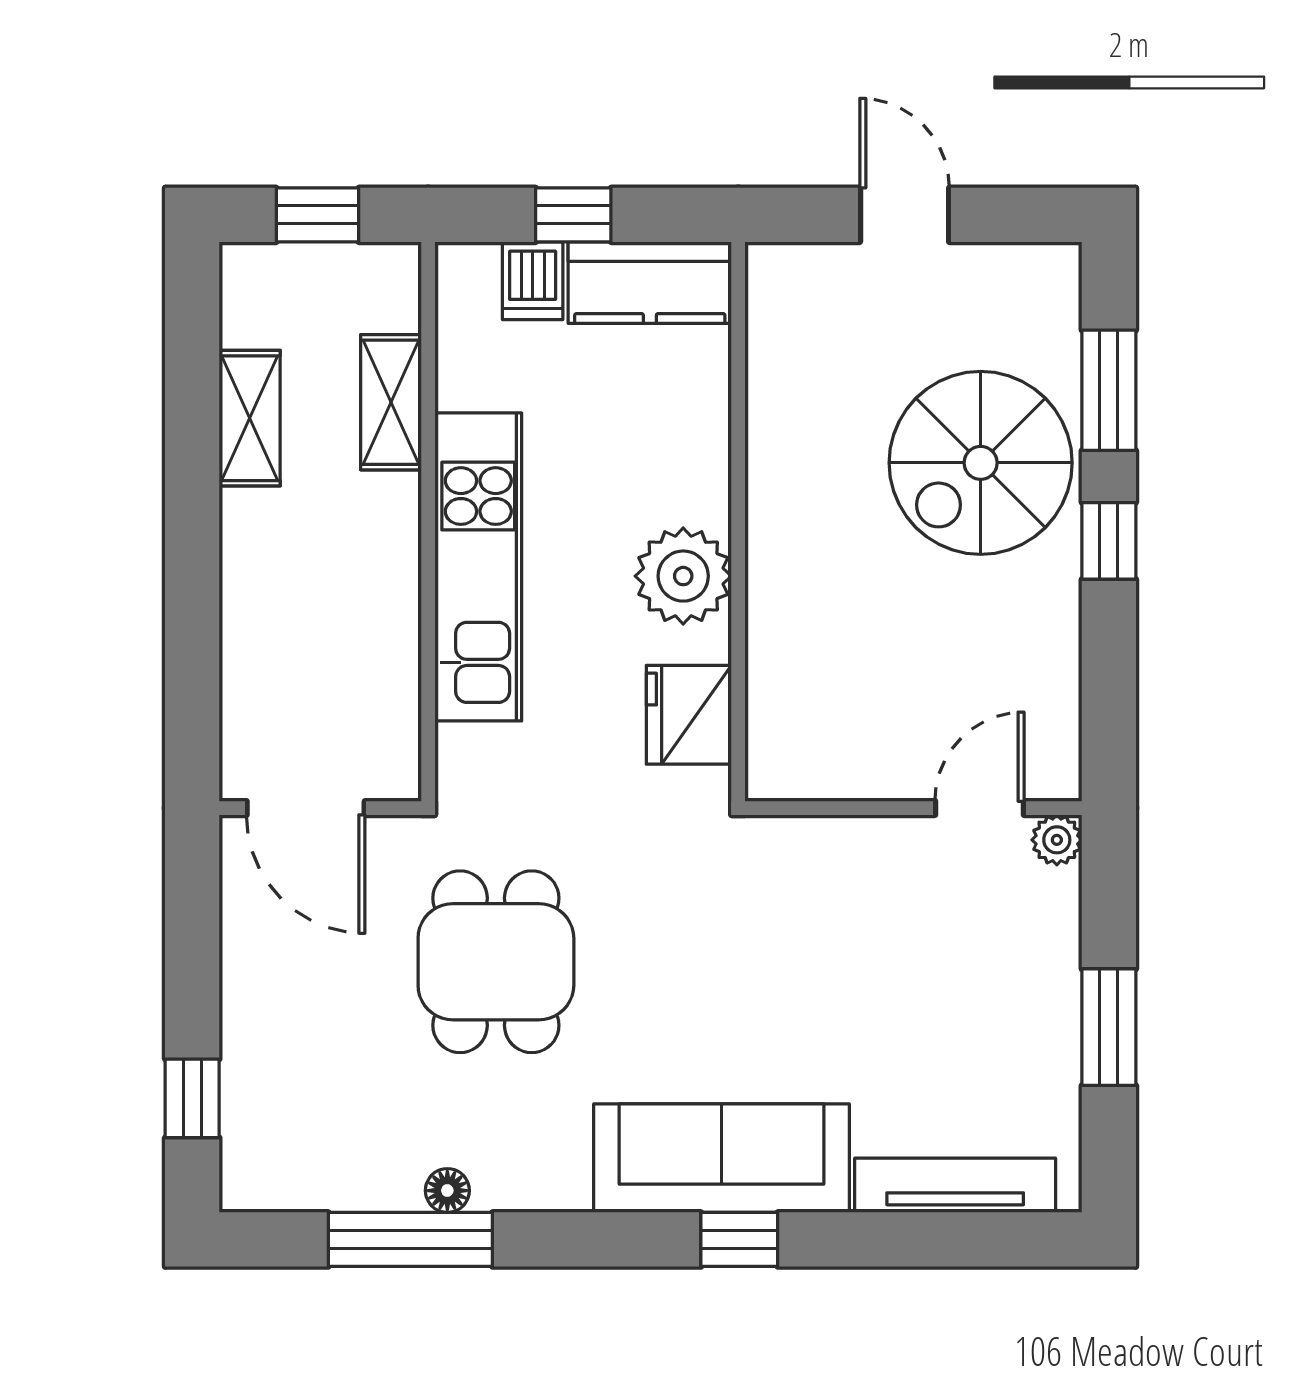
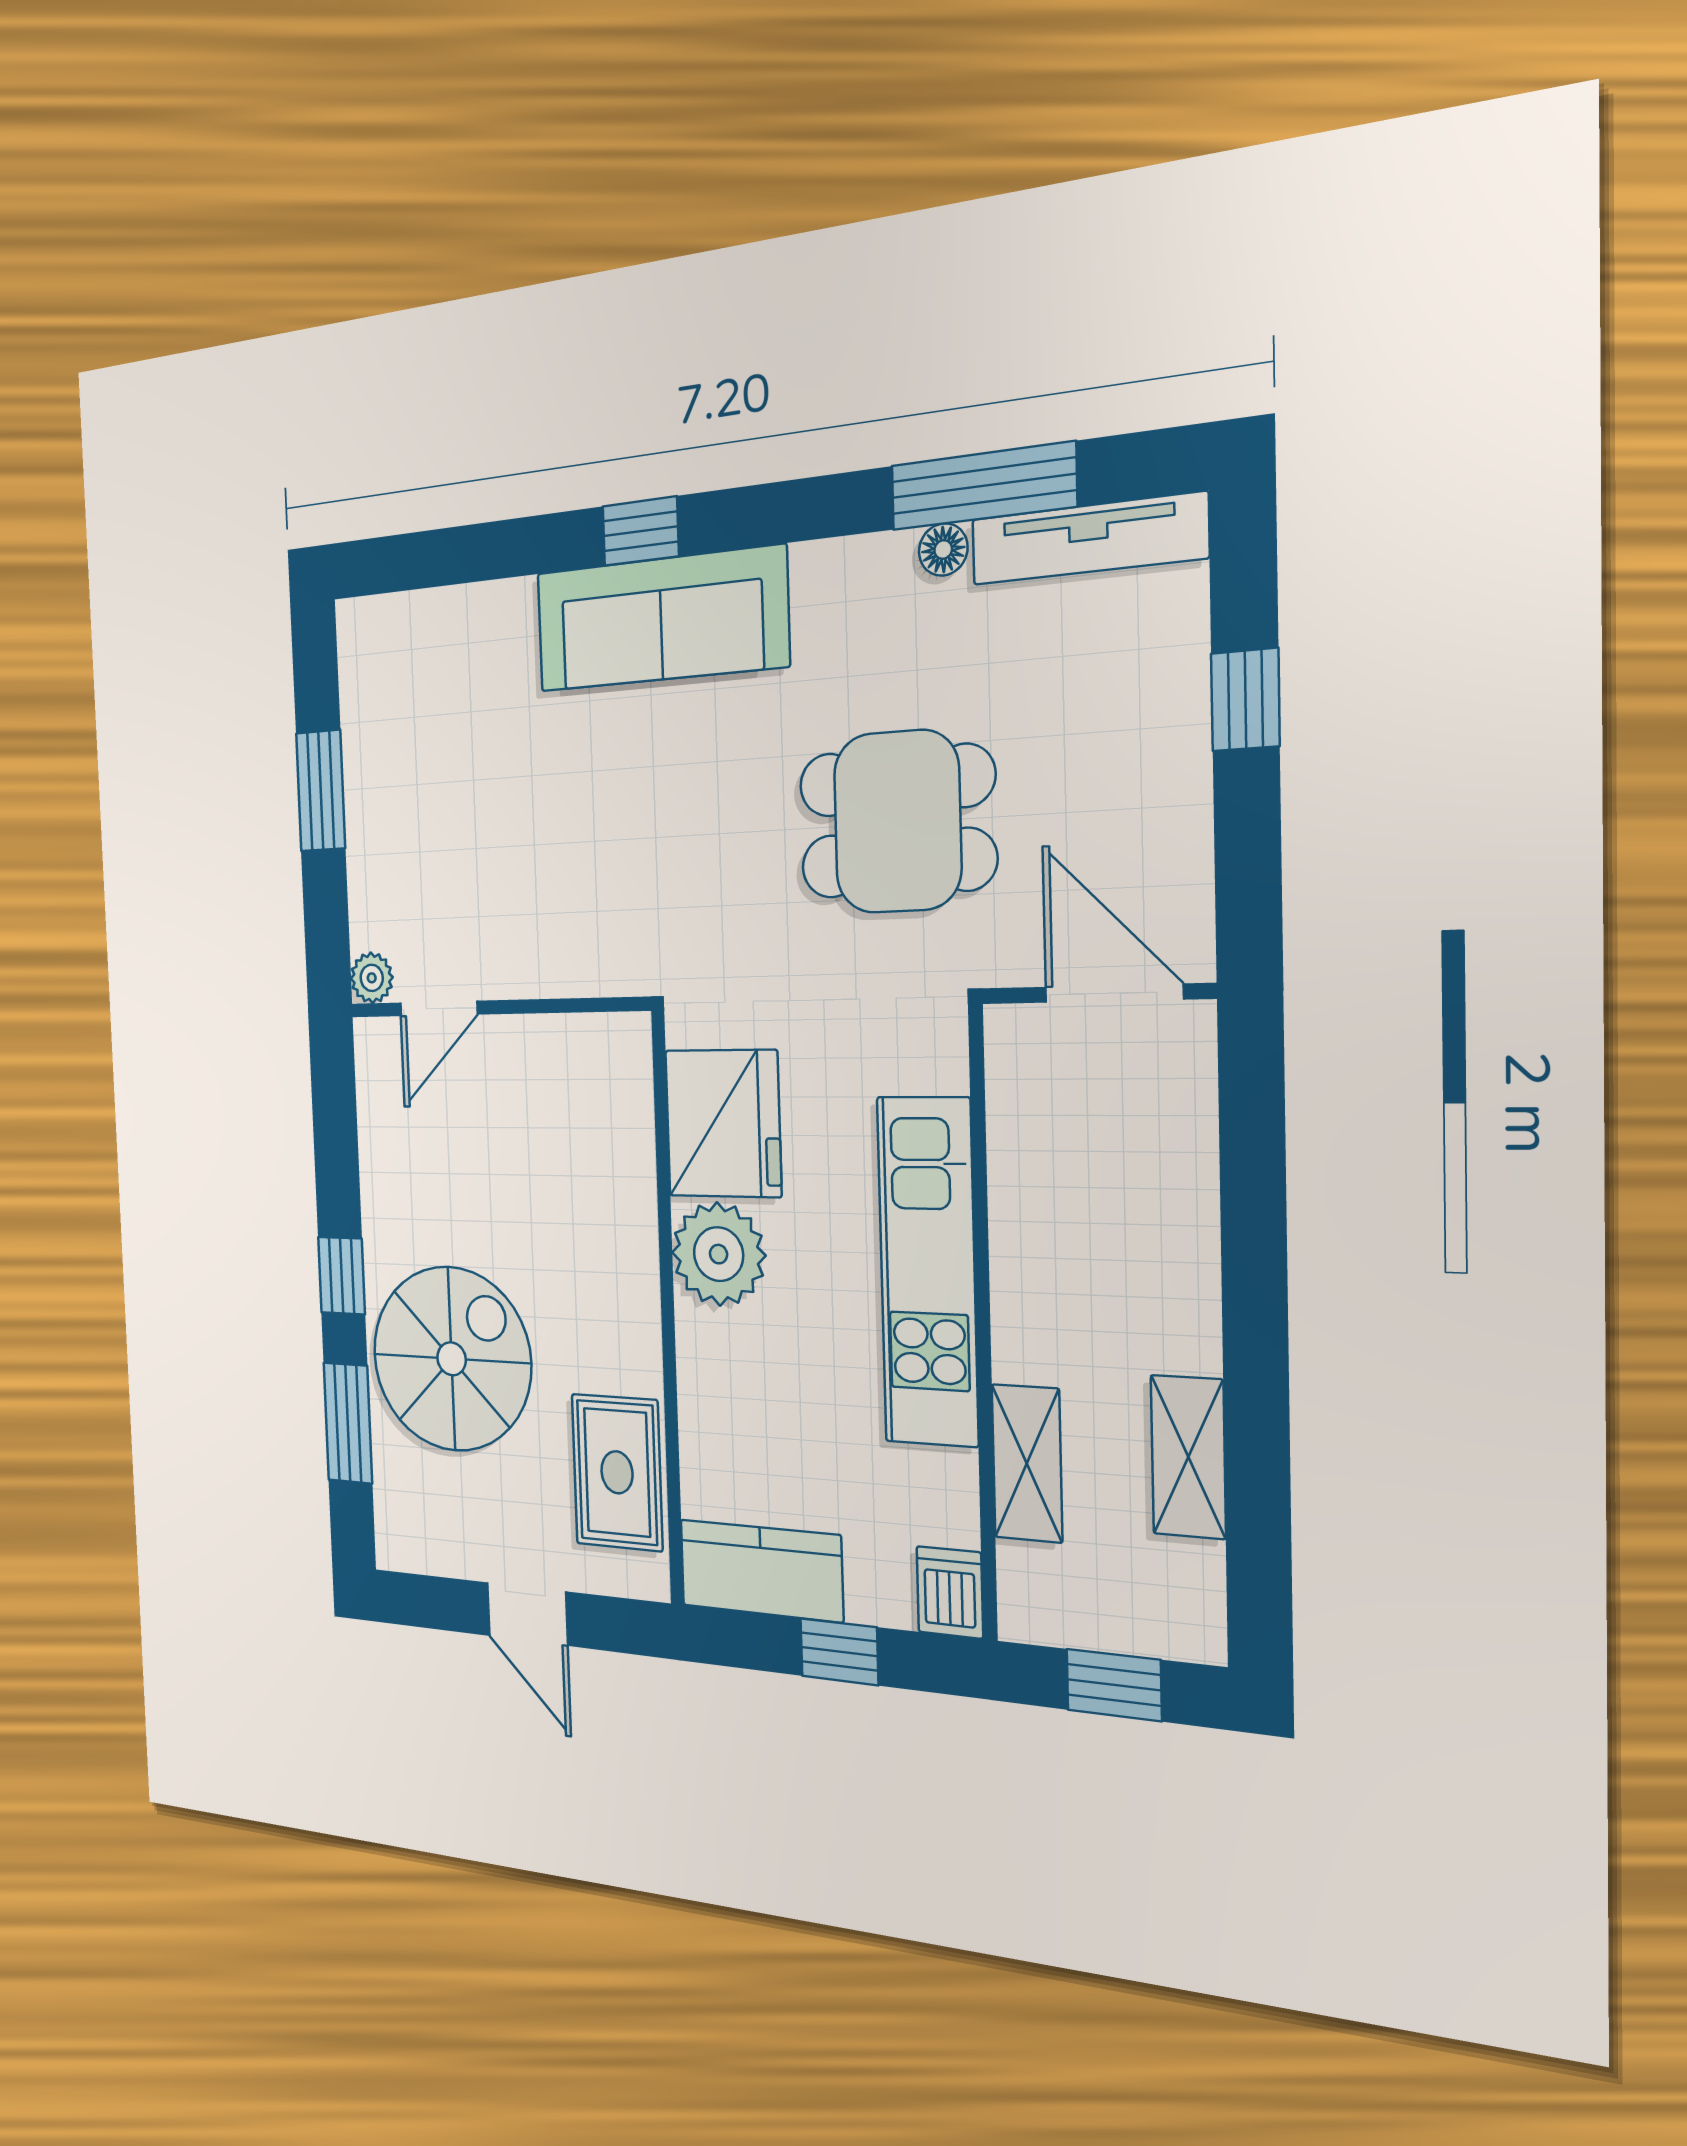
dishwasher: (533, 281) -> (950, 1592), moved
rug: (798, 363) -> (617, 1472), added
fridge: (689, 715) -> (723, 1123), width x1.36, depth x1.34
dining table: (496, 962) -> (897, 822), turned 90
window: (192, 1098) -> (1245, 700), moved
tv unit: (955, 1185) -> (1088, 539), moved

